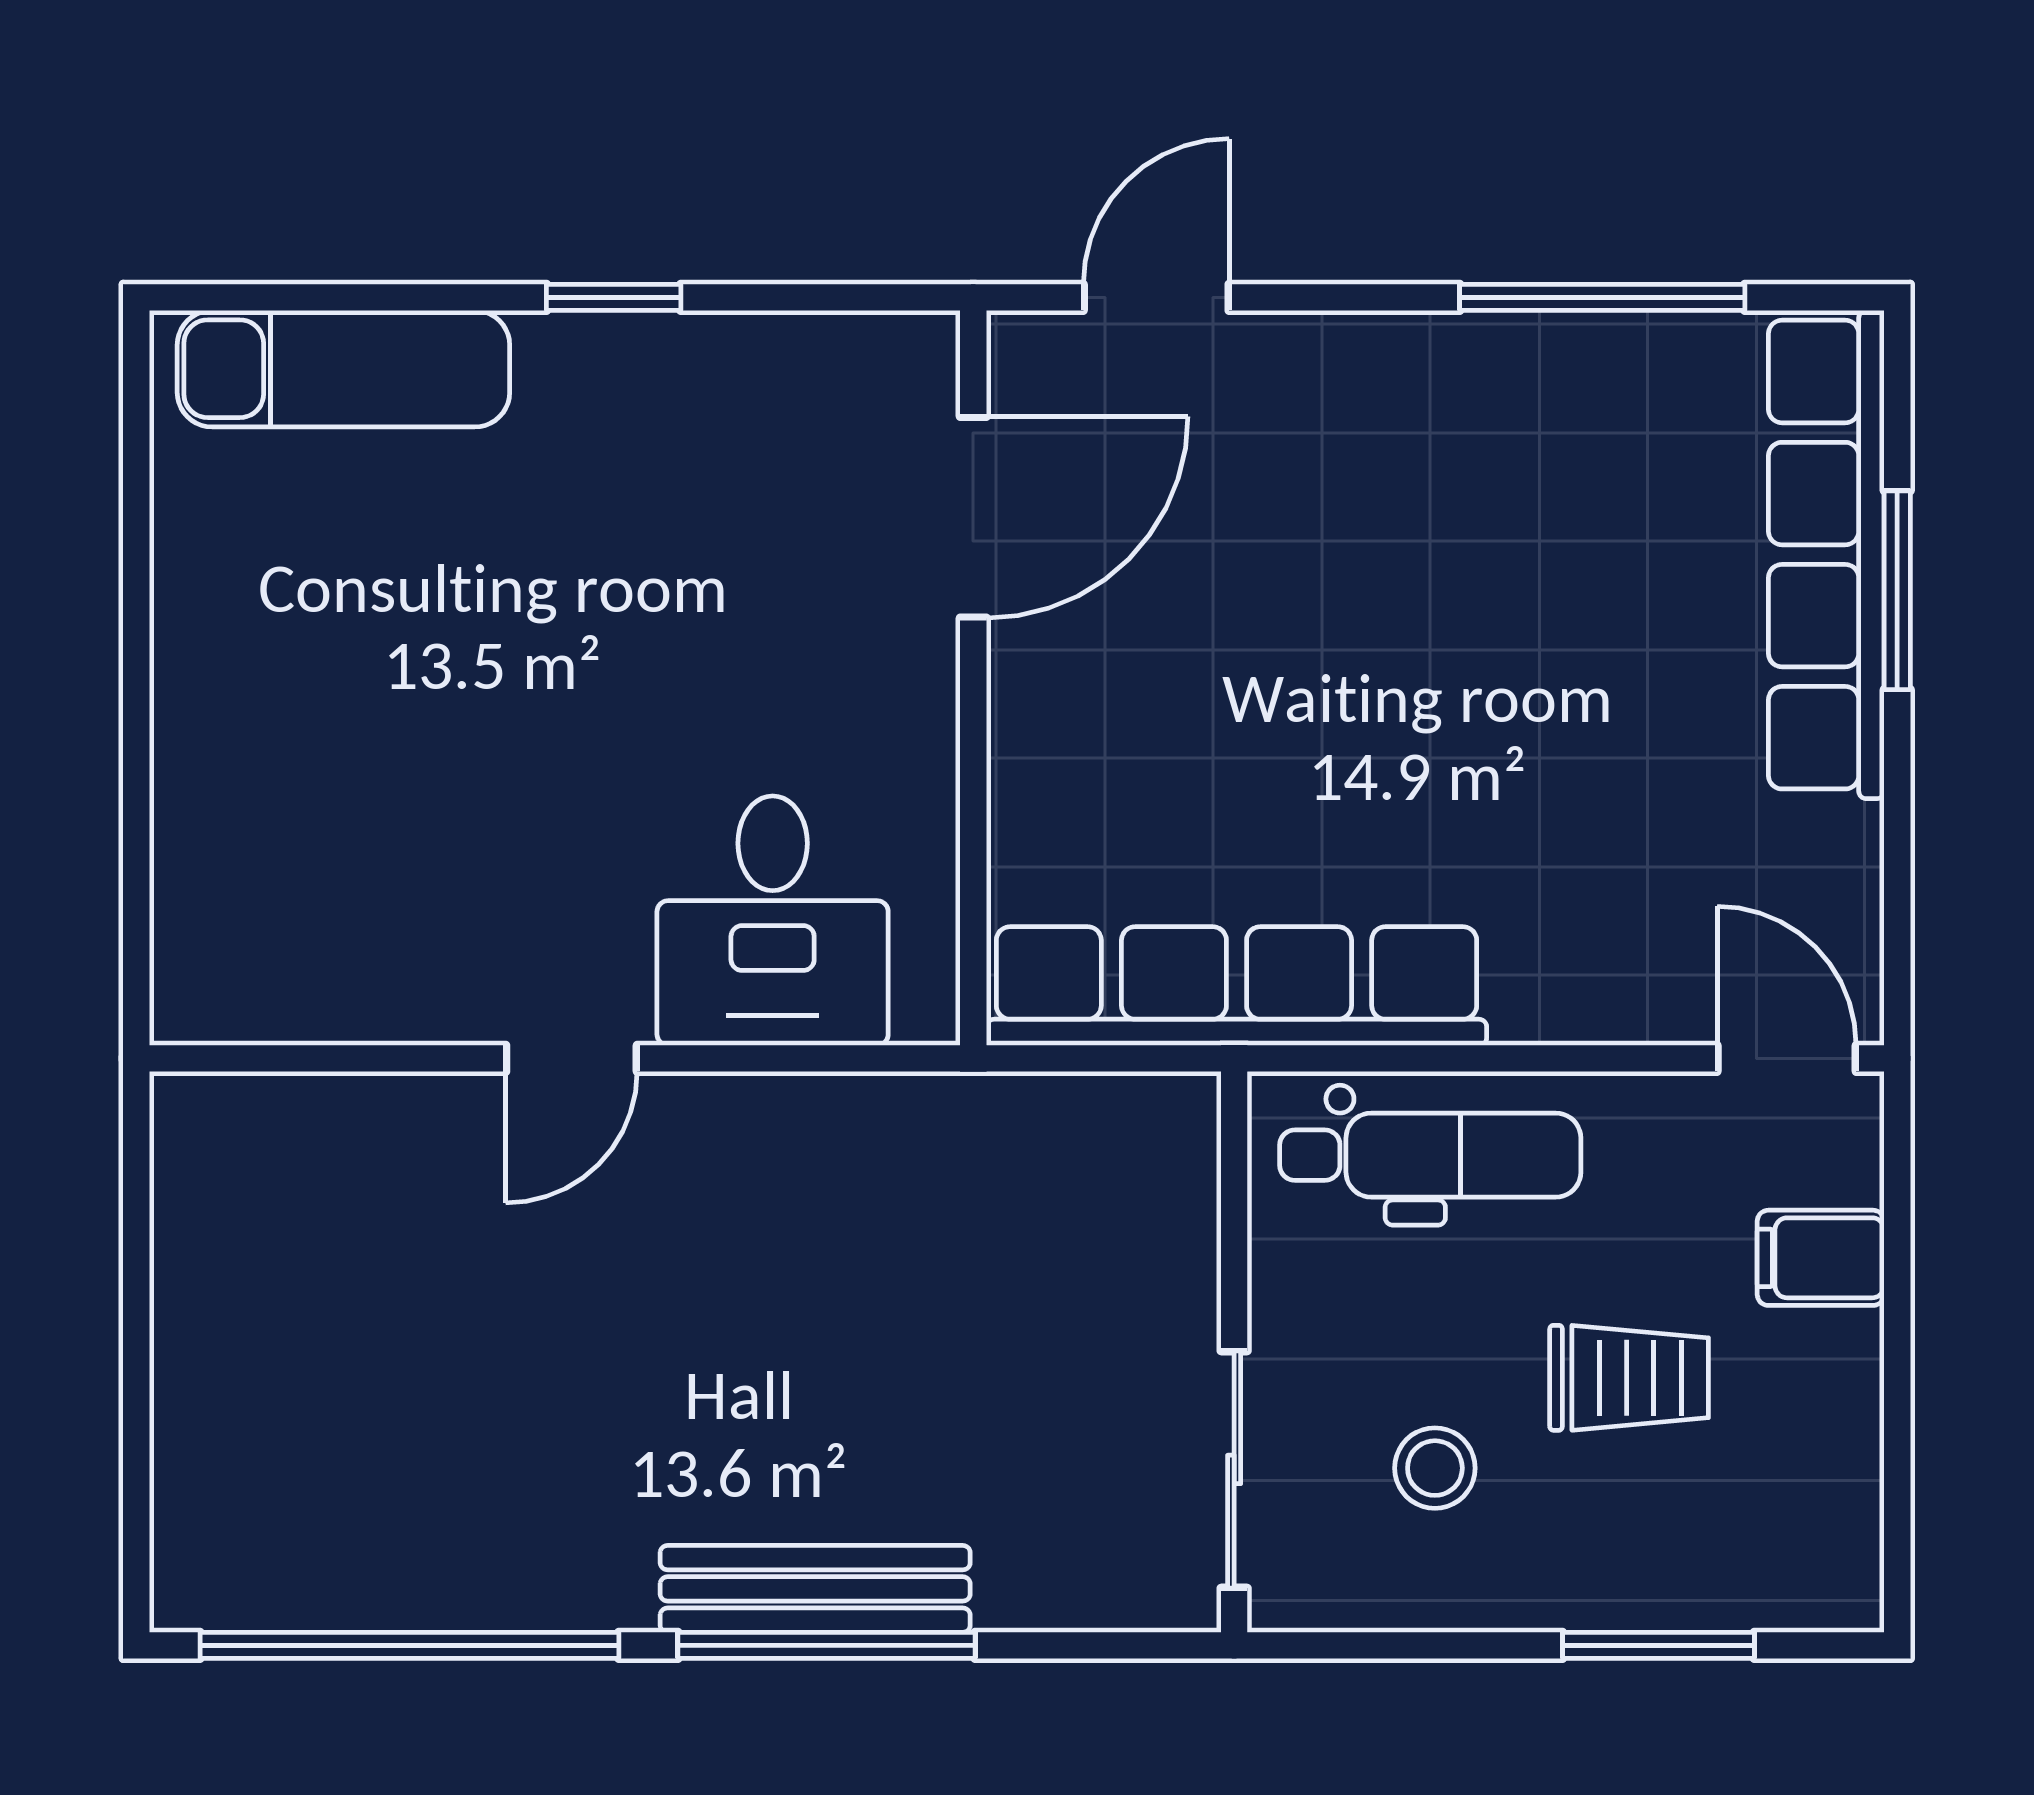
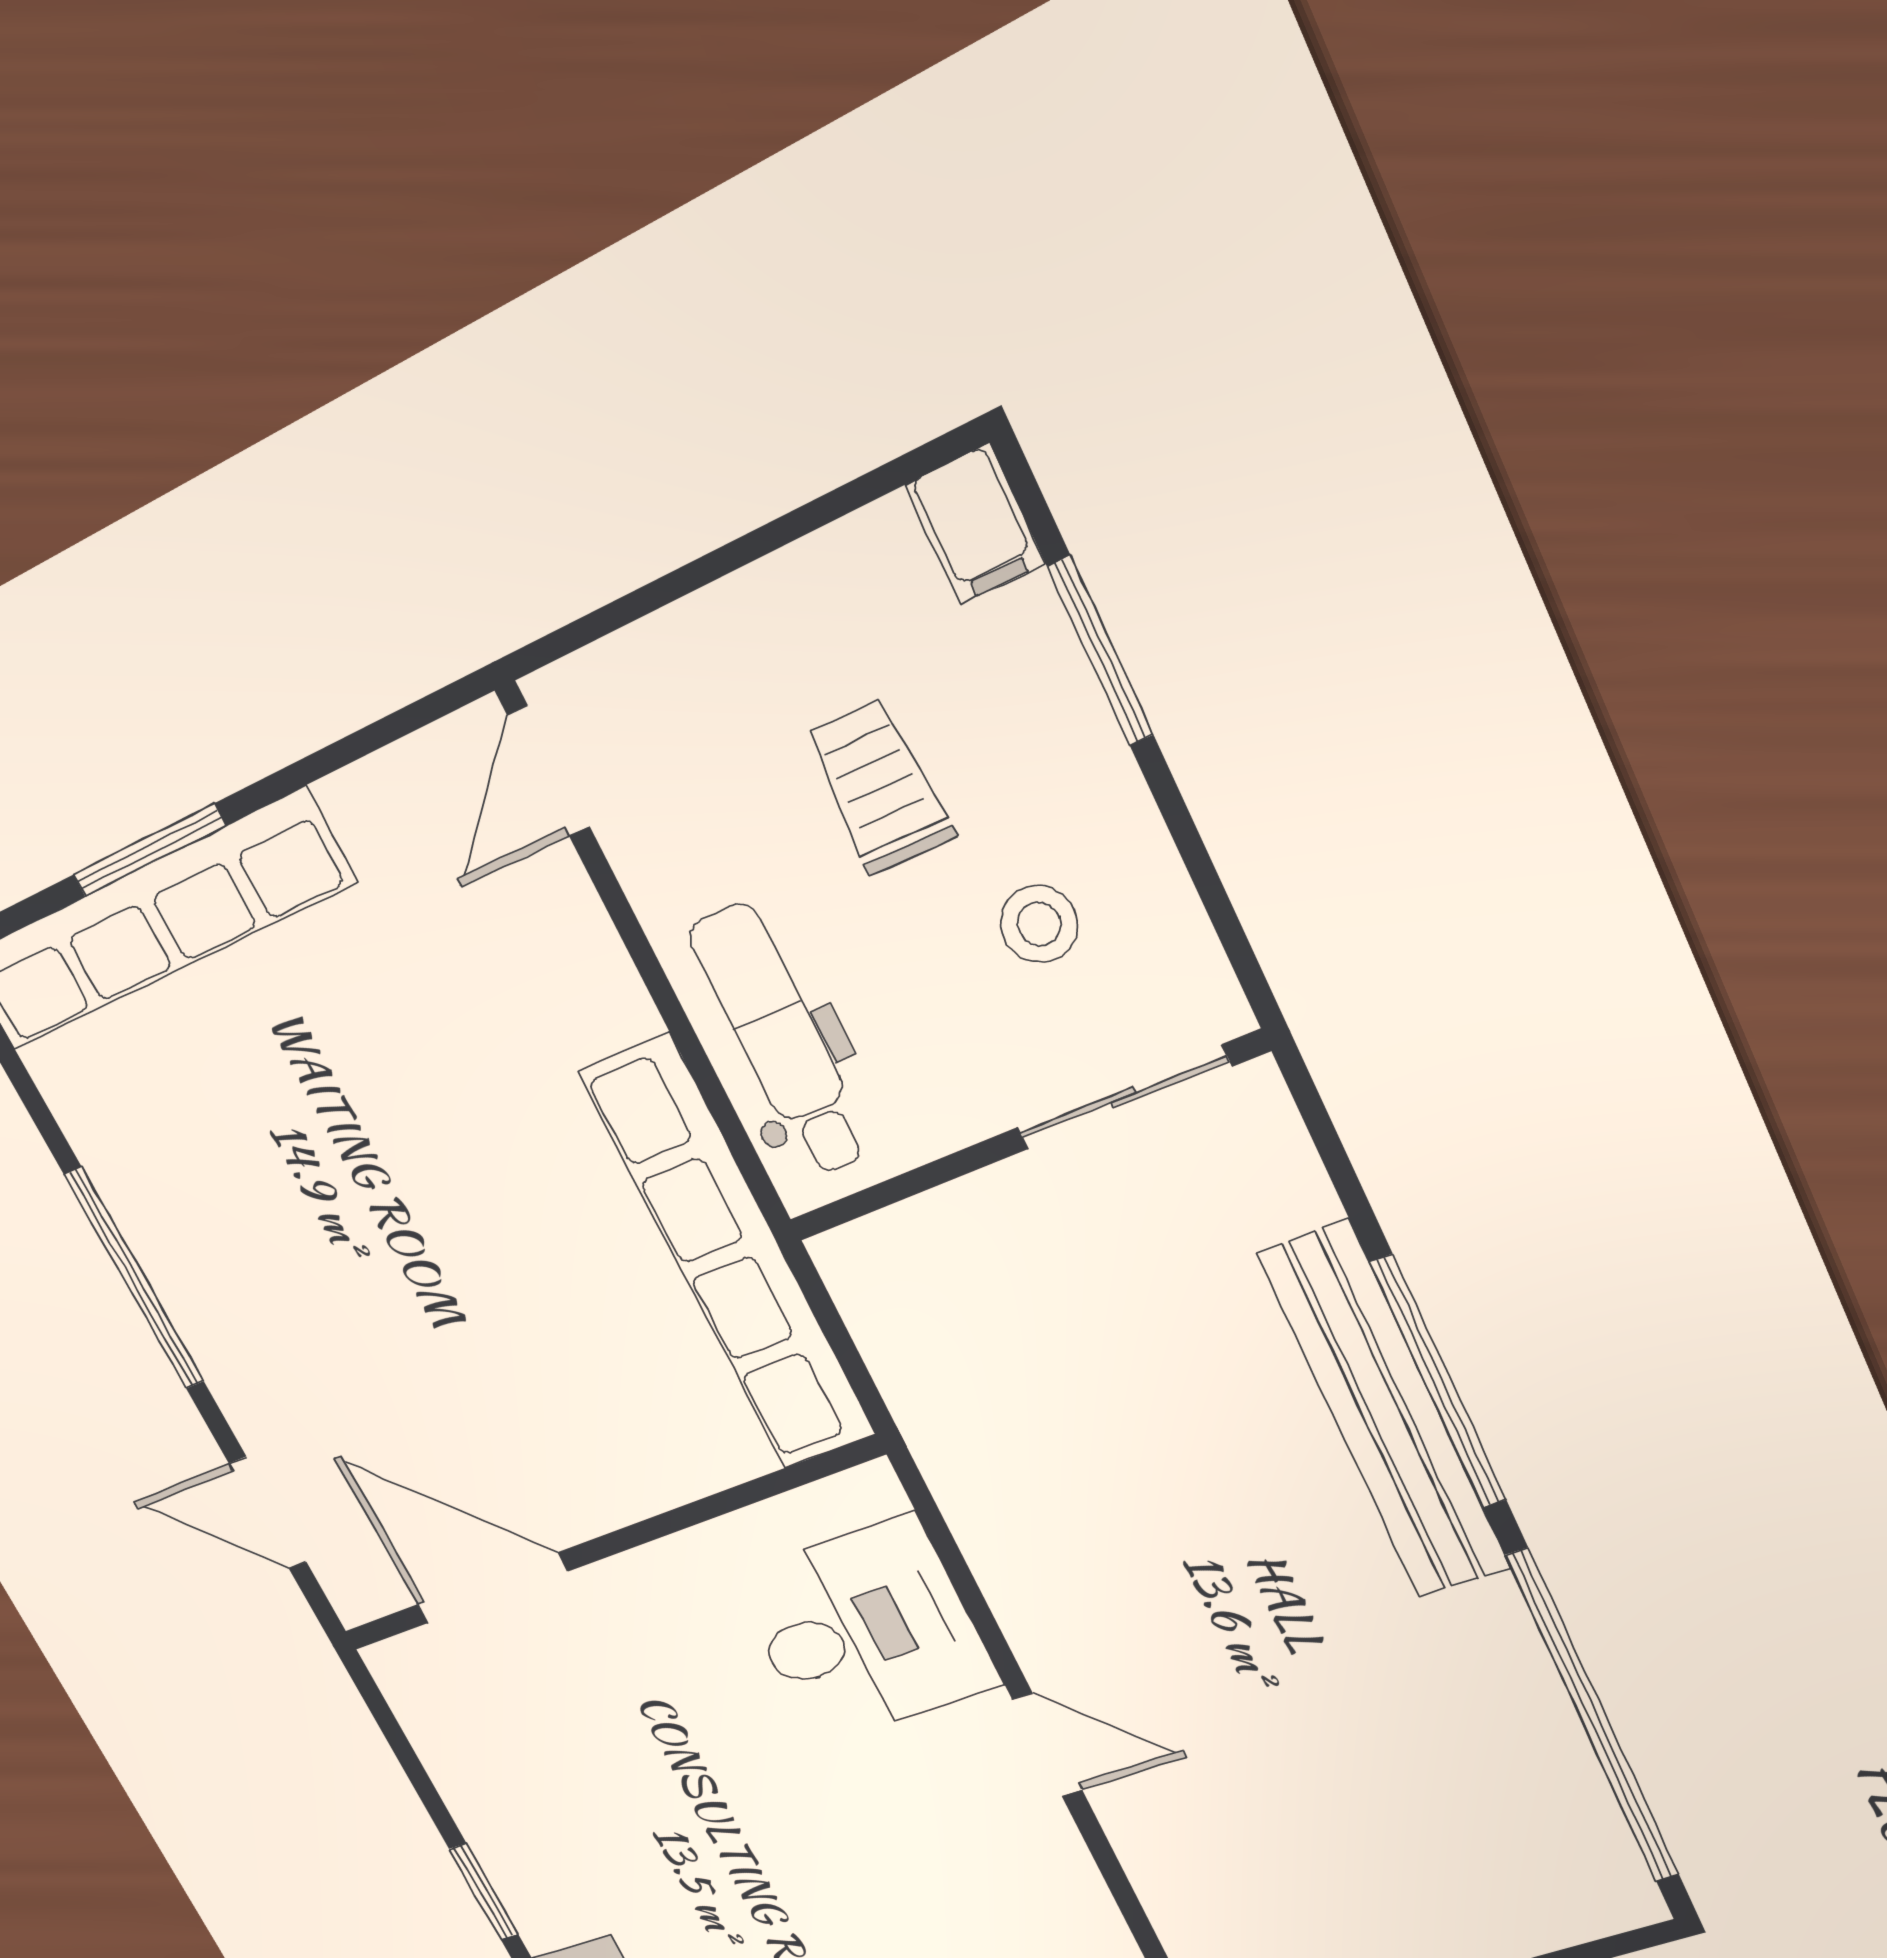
window: (1602, 297) -> (134, 1279), moved
filing cabinet: (1821, 1258) -> (975, 524), moved
bench: (815, 1589) -> (1385, 1412), width x1.37, depth x1.21

